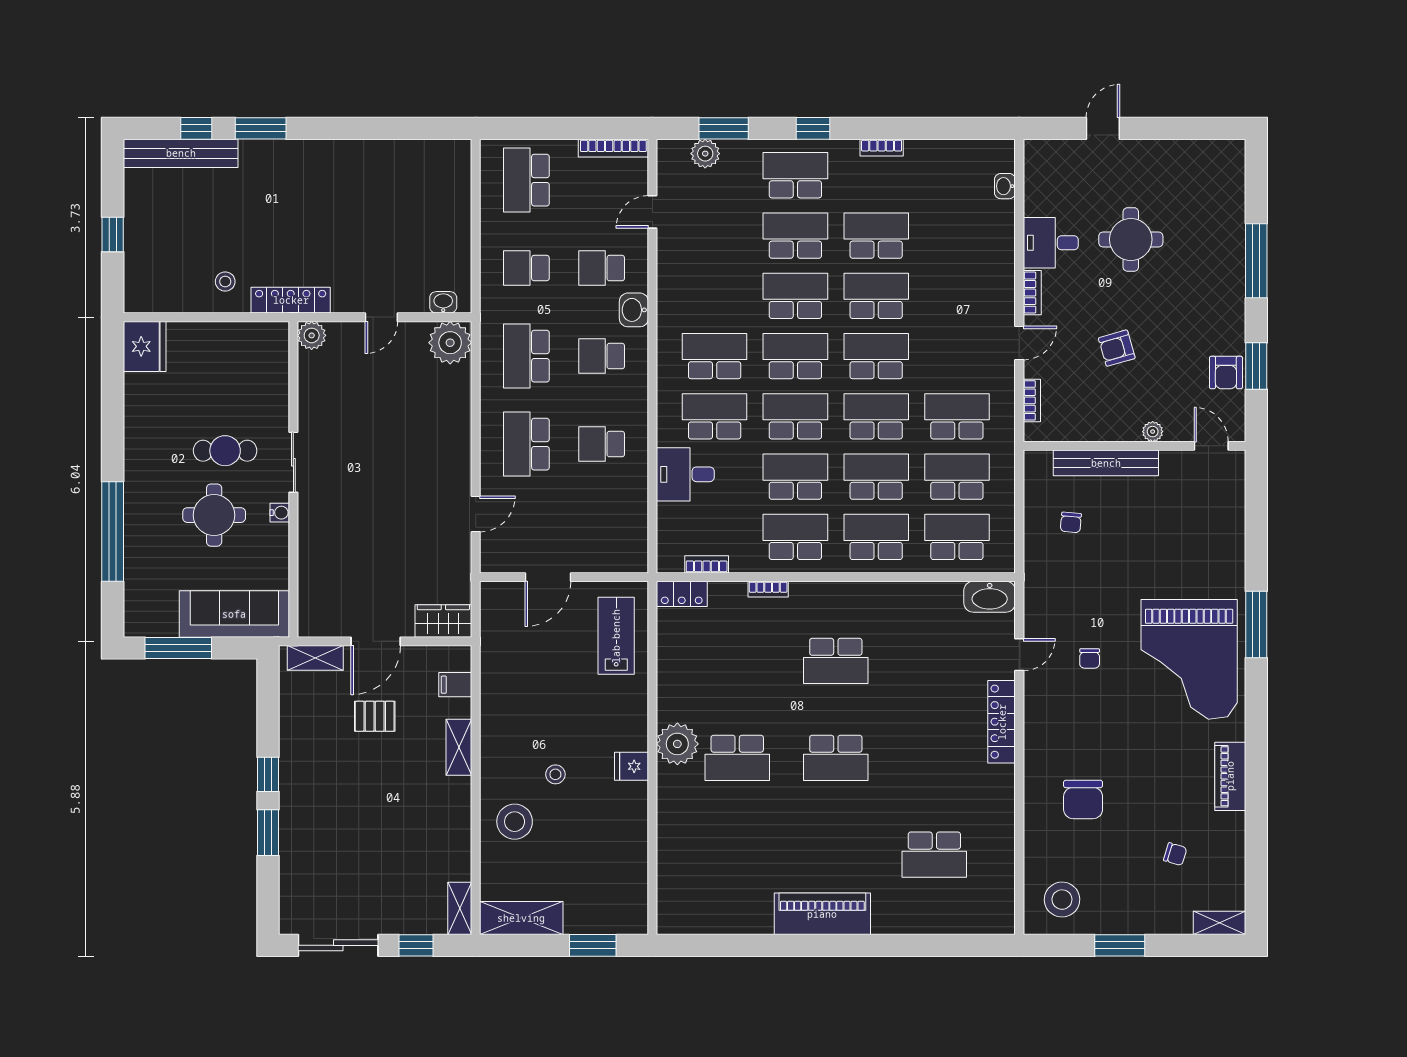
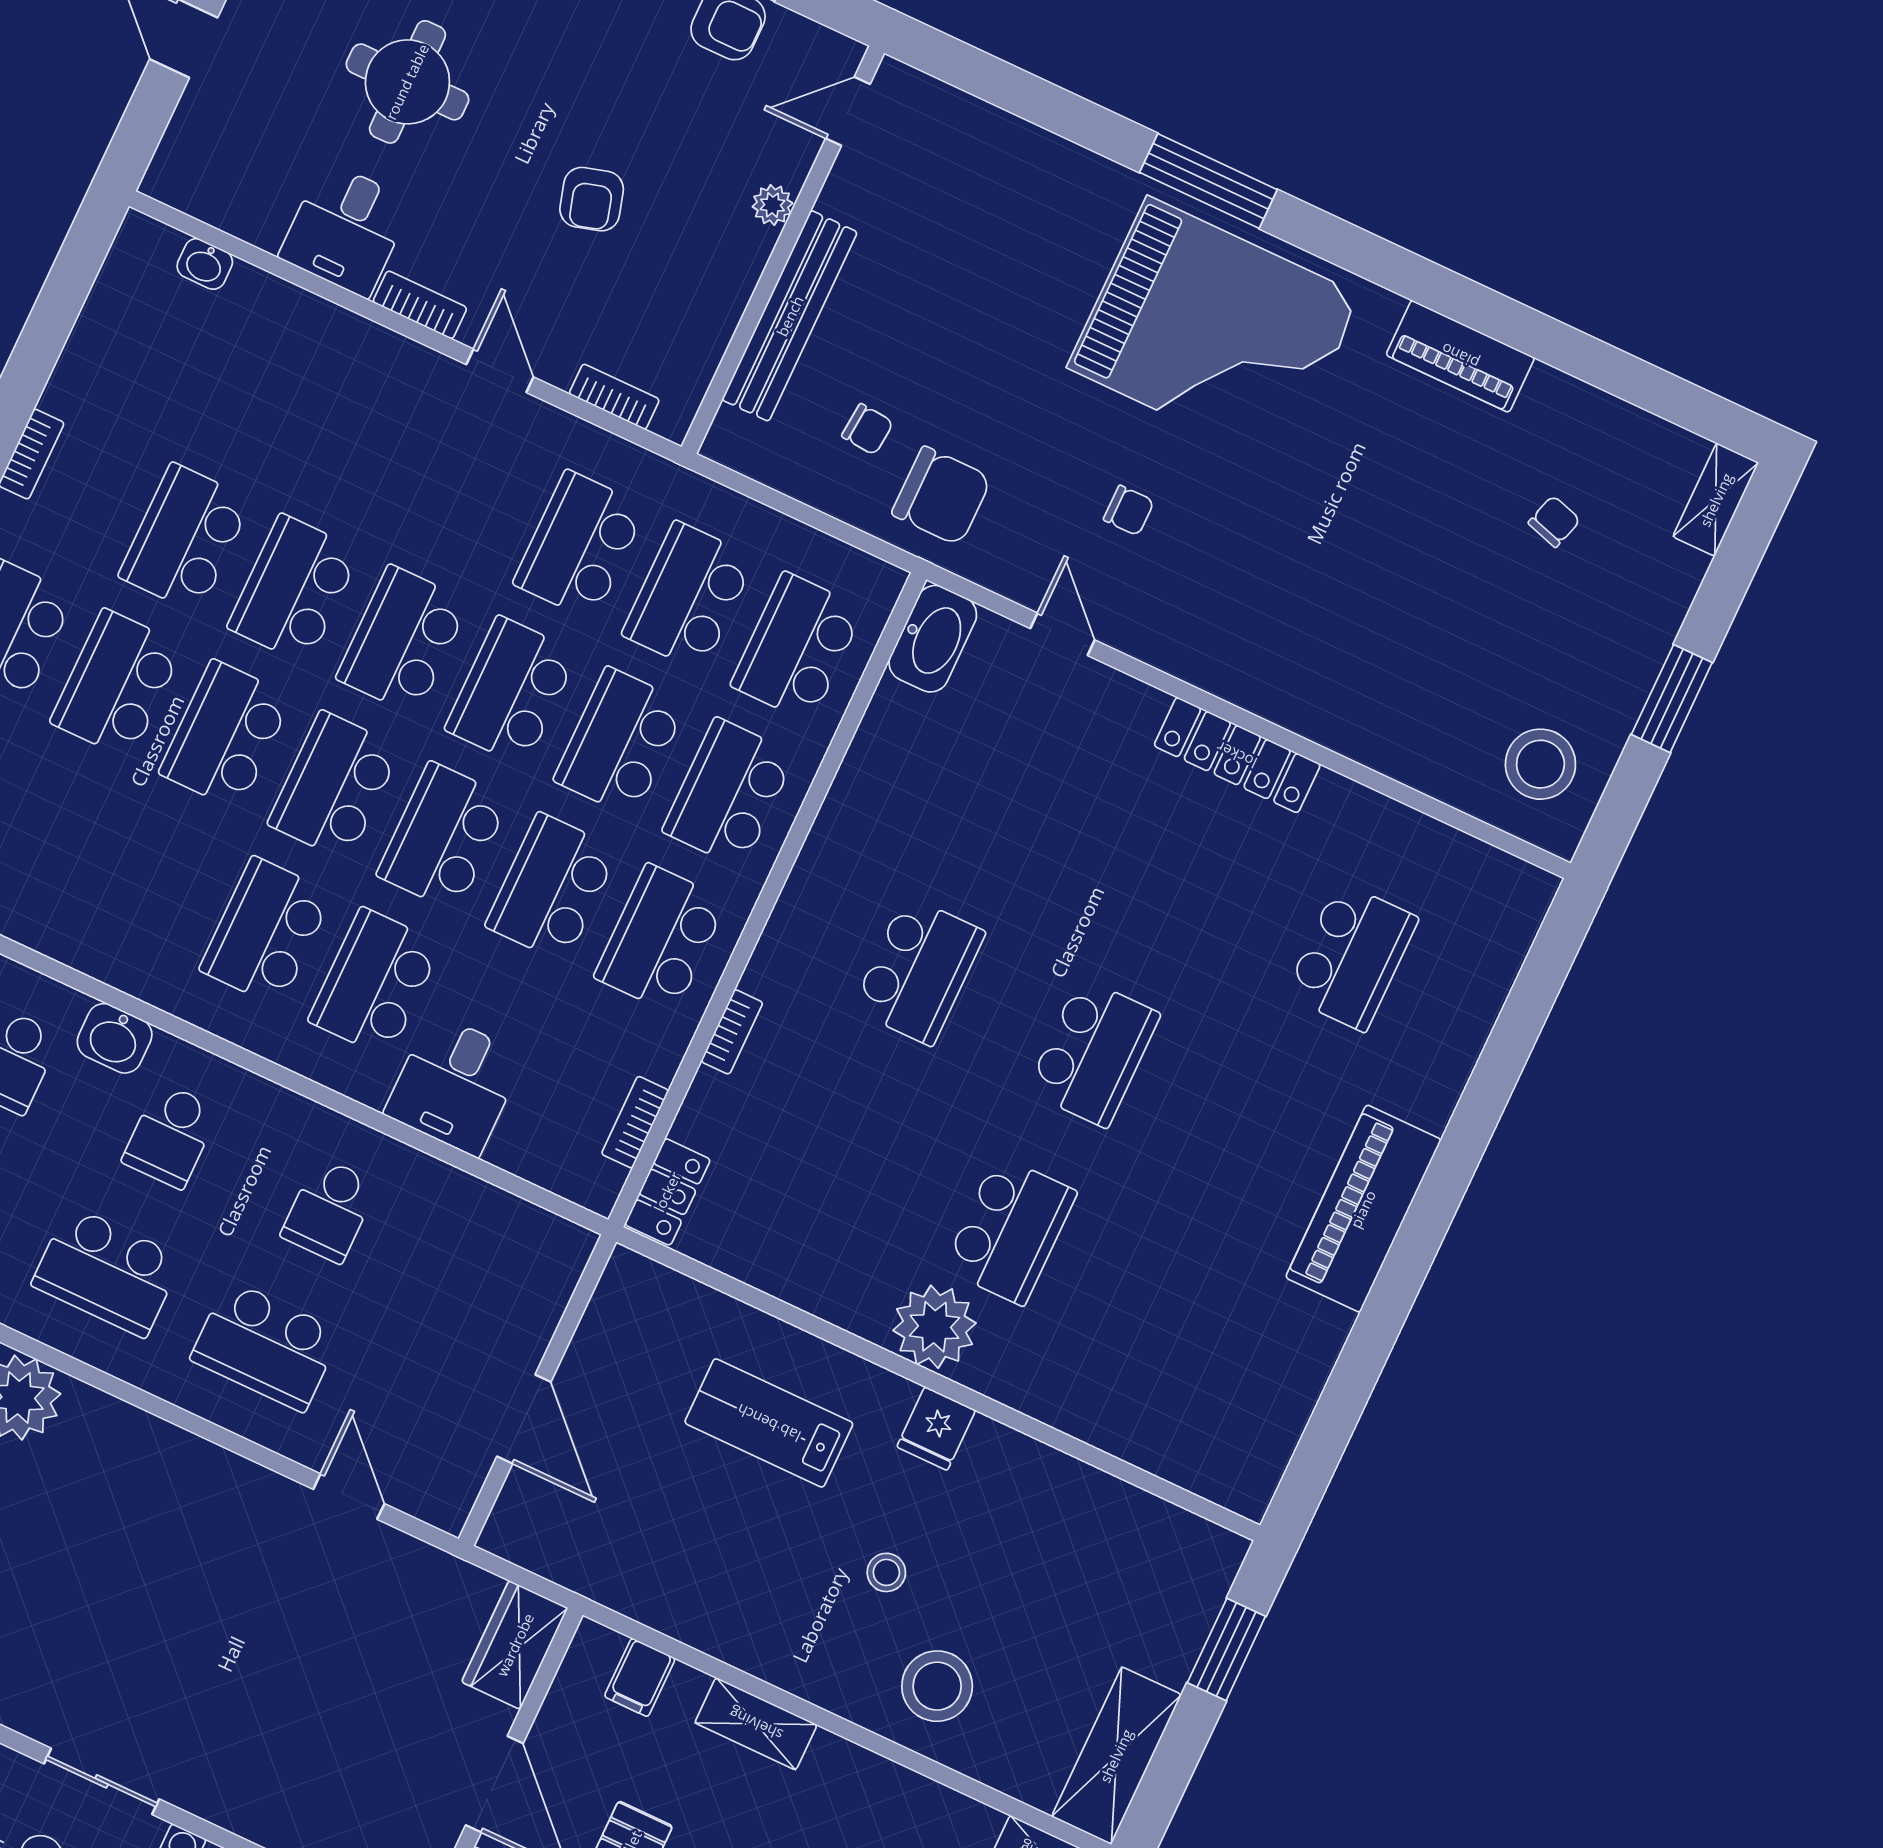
lab bench: (616, 636) -> (769, 1423), moved
locker: (1002, 722) -> (1237, 755), moved
chair: (1083, 799) -> (942, 496), moved

